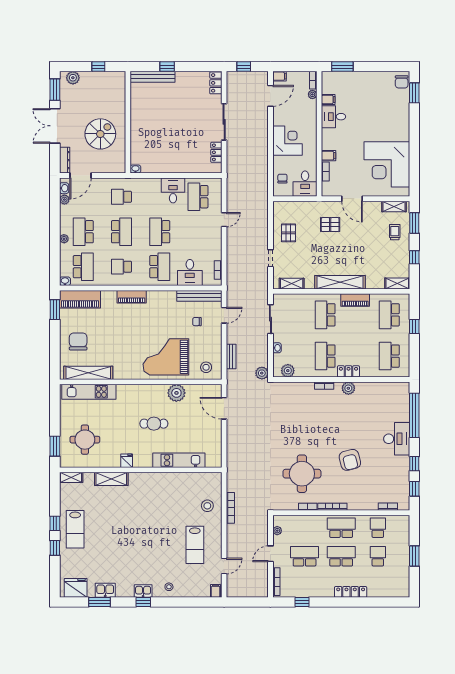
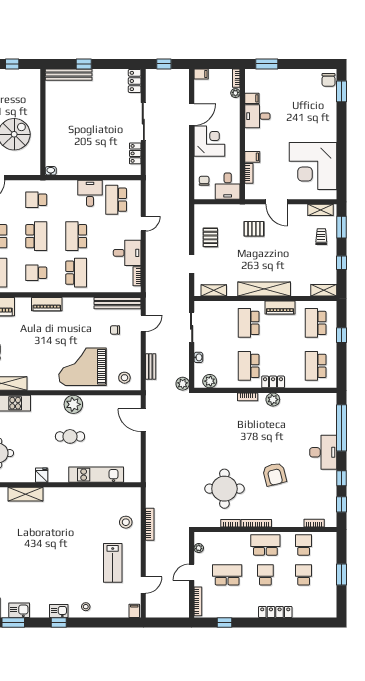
door: (270, 96) -> (192, 115), moved
desk: (190, 272) -> (127, 253), moved, turned -90
plant: (176, 393) -> (73, 404), moved
school desk: (341, 556) -> (265, 575), width x0.54

